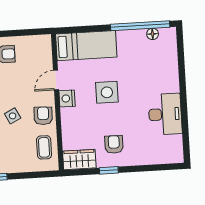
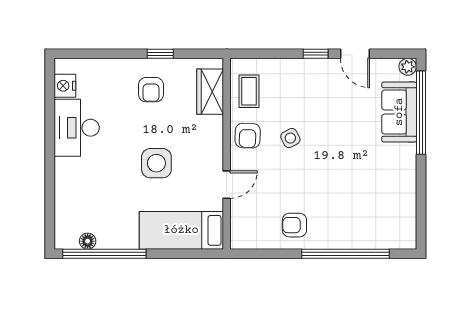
nightstand: (67, 98) -> (65, 86), moved, turned 180
wardrobe: (79, 160) -> (210, 92), moved, turned 90

